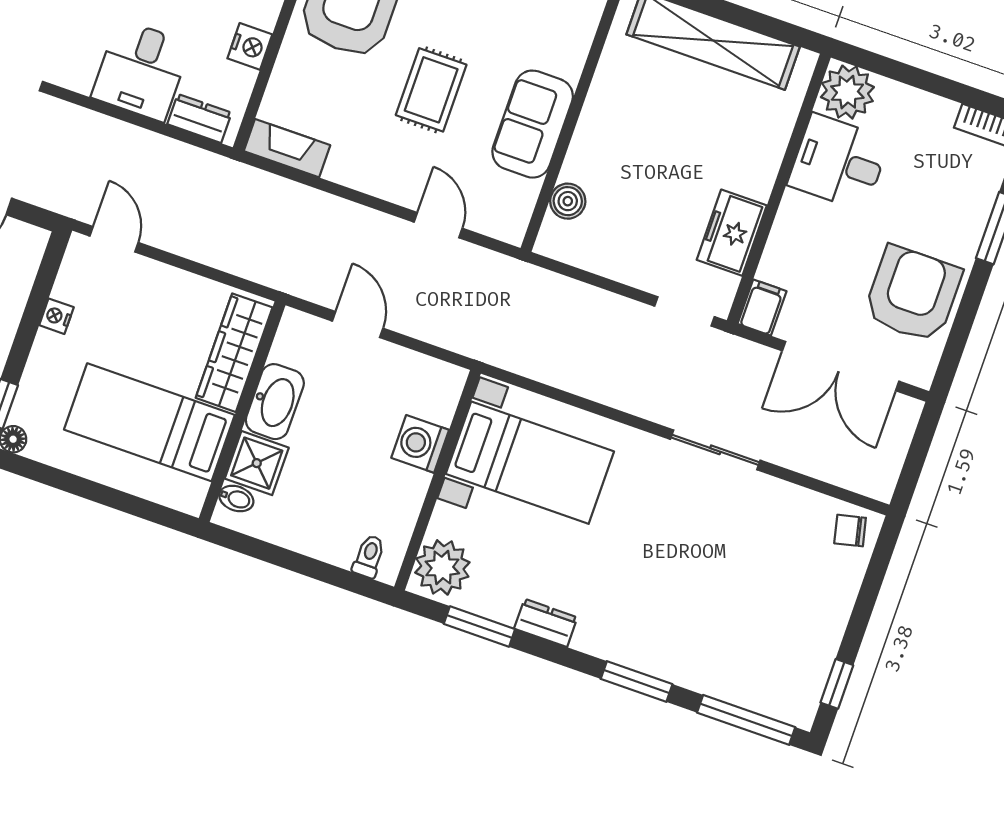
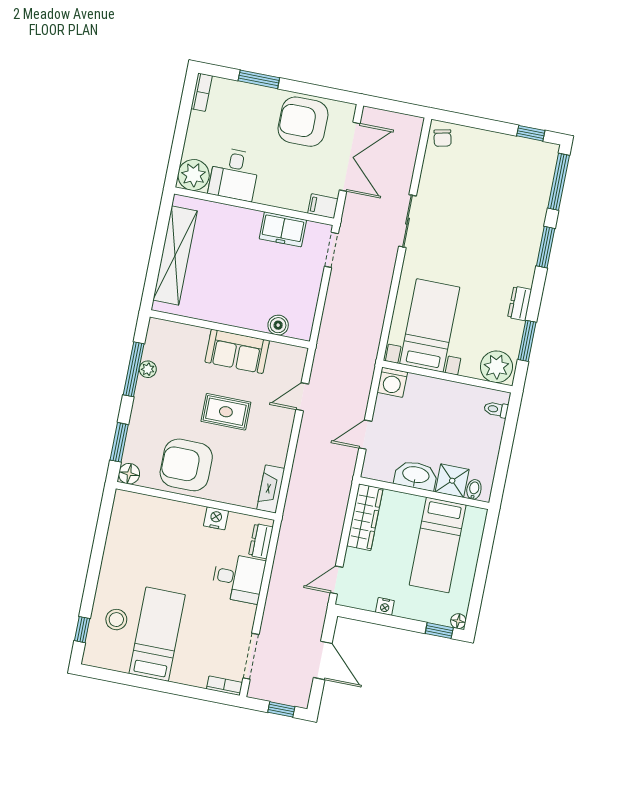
wardrobe: (234, 353) -> (365, 517), moved, turned -90
washing machine: (420, 444) -> (392, 382), moved

